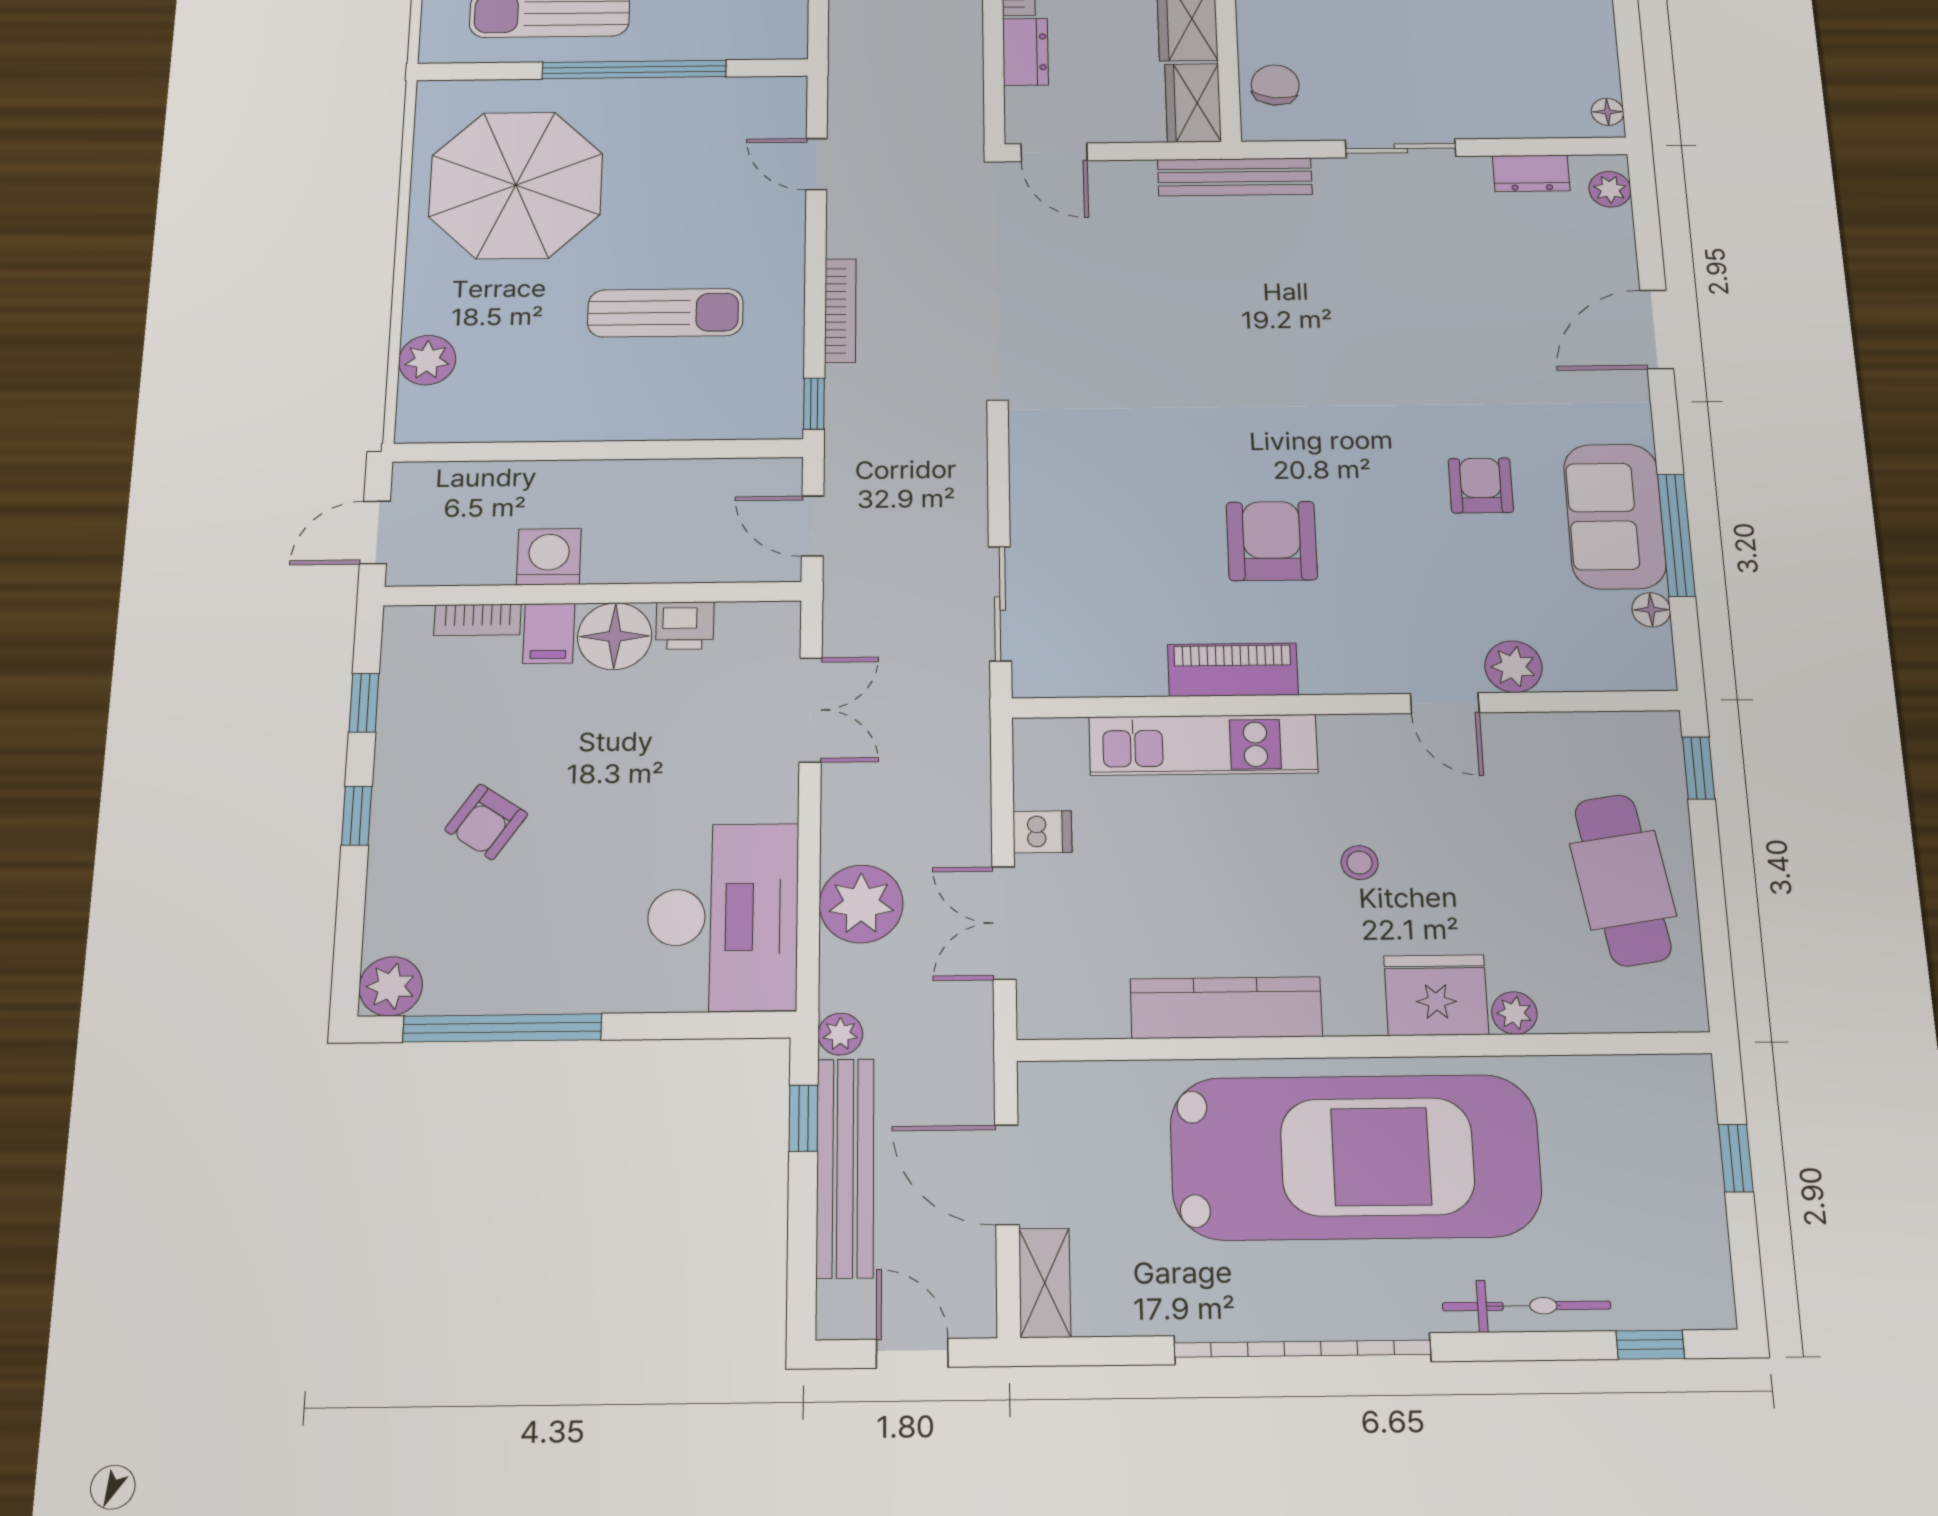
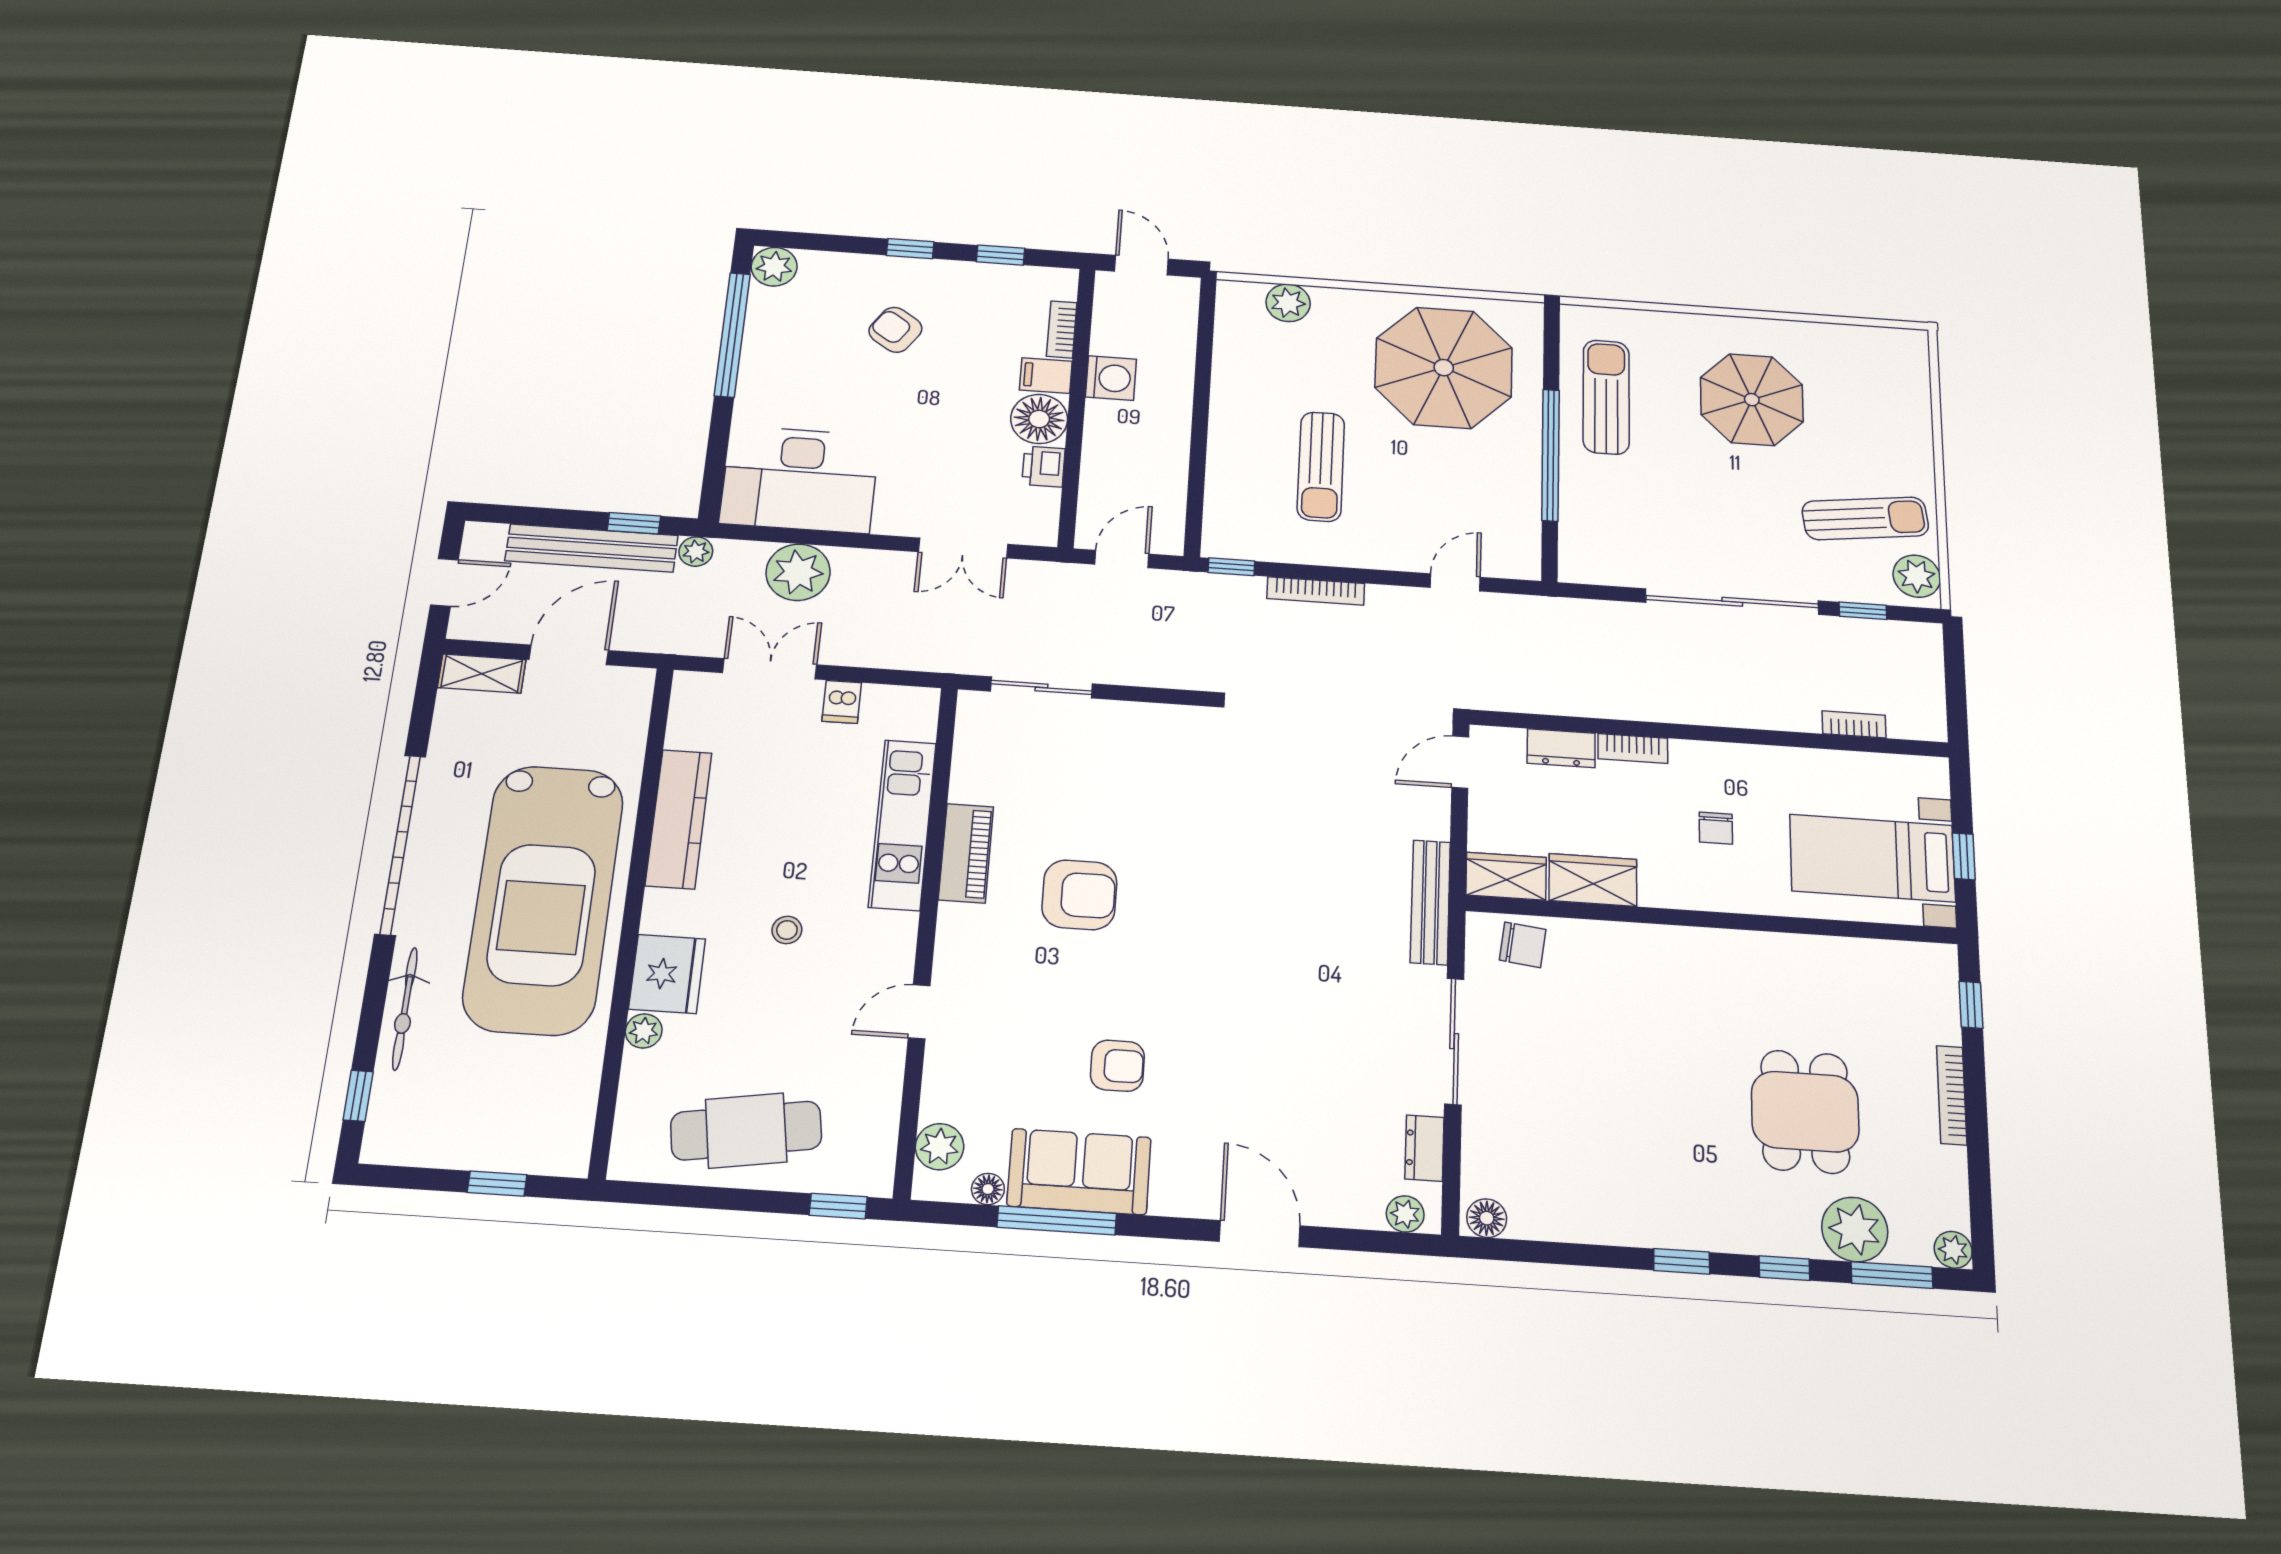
floor lamp: (1608, 112) -> (1487, 1218), width x1.37, depth x1.37
sliding door: (1401, 148) -> (1454, 1041), width x1.37
plant: (1513, 667) -> (940, 1147), moved

